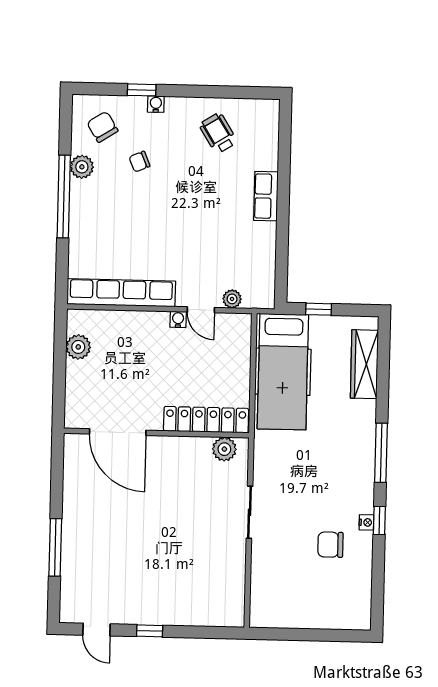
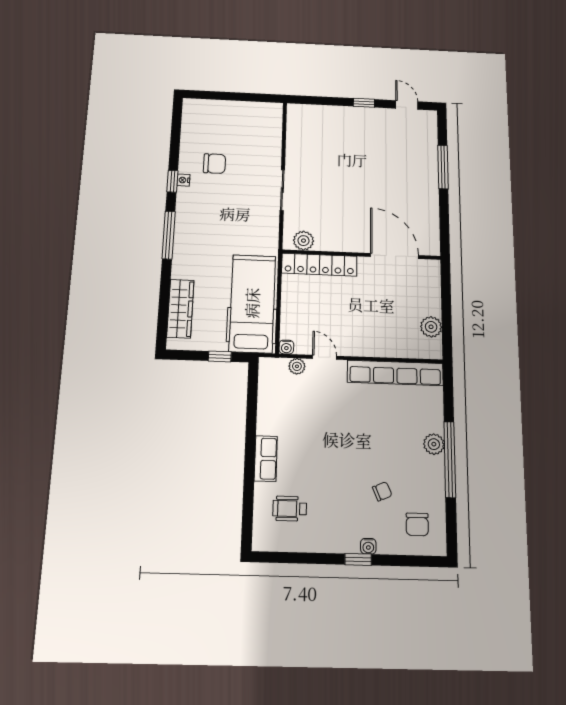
window: (142, 90) -> (358, 559), moved
chair: (102, 127) -> (417, 524), turned 32
wheelchair: (218, 133) -> (290, 509), moved, turned 122
plant: (82, 167) -> (434, 444), moved
water cooler: (178, 319) -> (286, 347), moved

